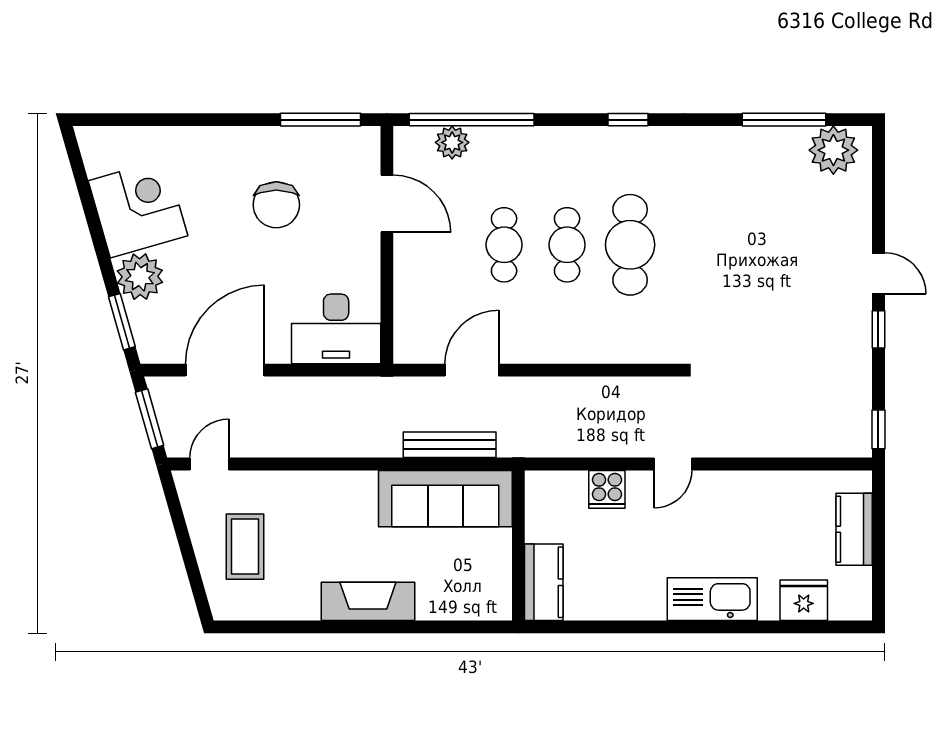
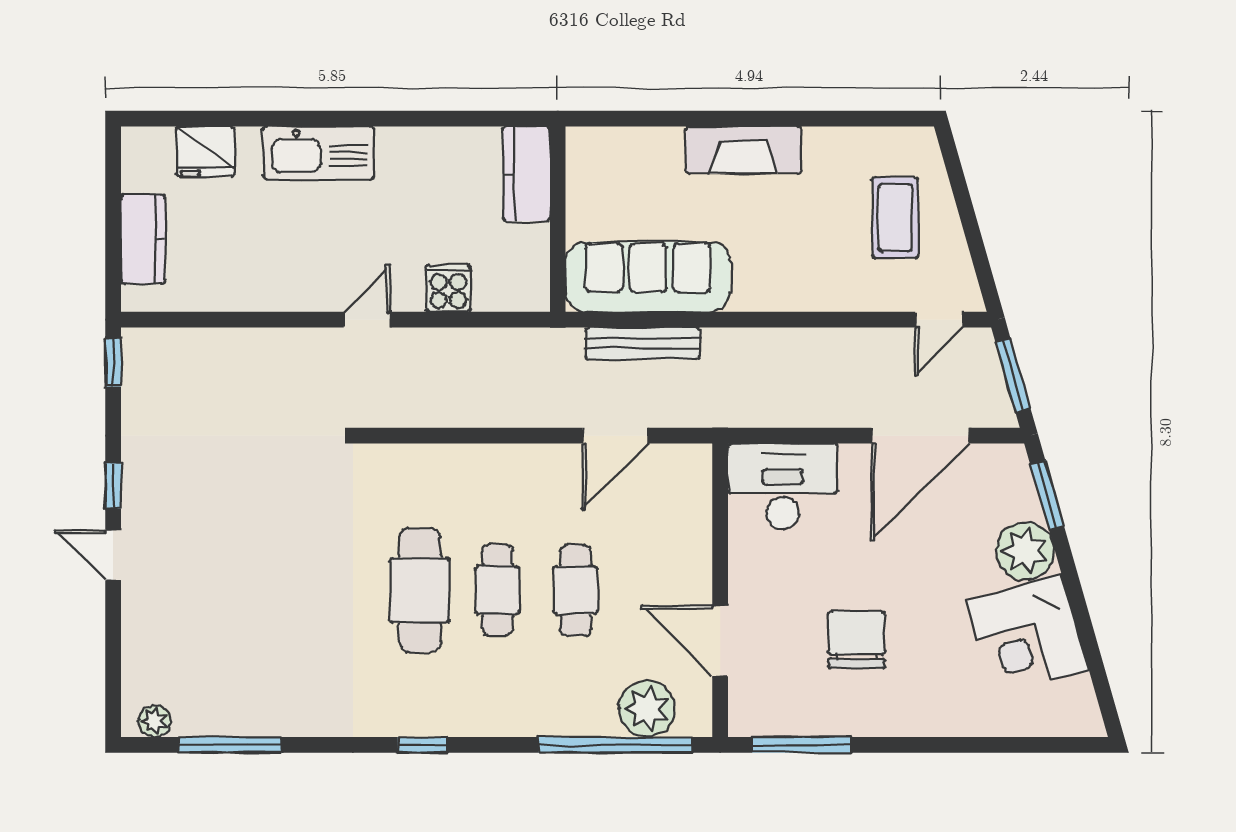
plant: (452, 142) -> (647, 709), width x1.36, depth x1.36
plant: (833, 150) -> (155, 721), width x0.53, depth x0.53

